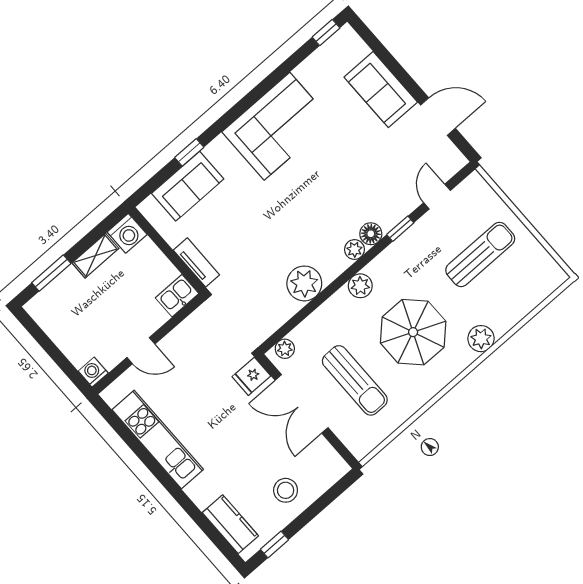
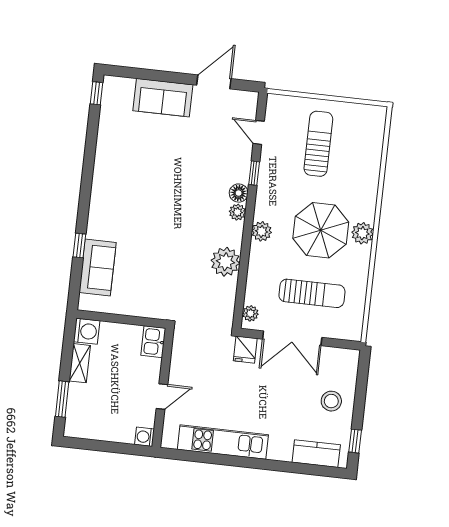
corner sofa: (277, 126) -> (119, 179), removed
tv unit: (196, 262) -> (146, 310), removed
plant: (481, 339) -> (362, 233), moved

